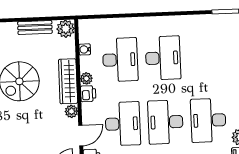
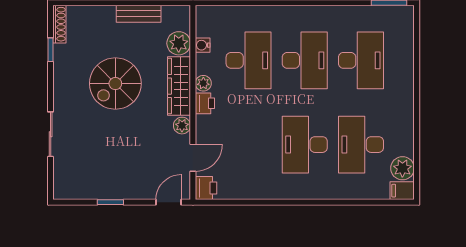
plant: (66, 29) -> (179, 43), moved
desk: (123, 124) -> (361, 60), moved

